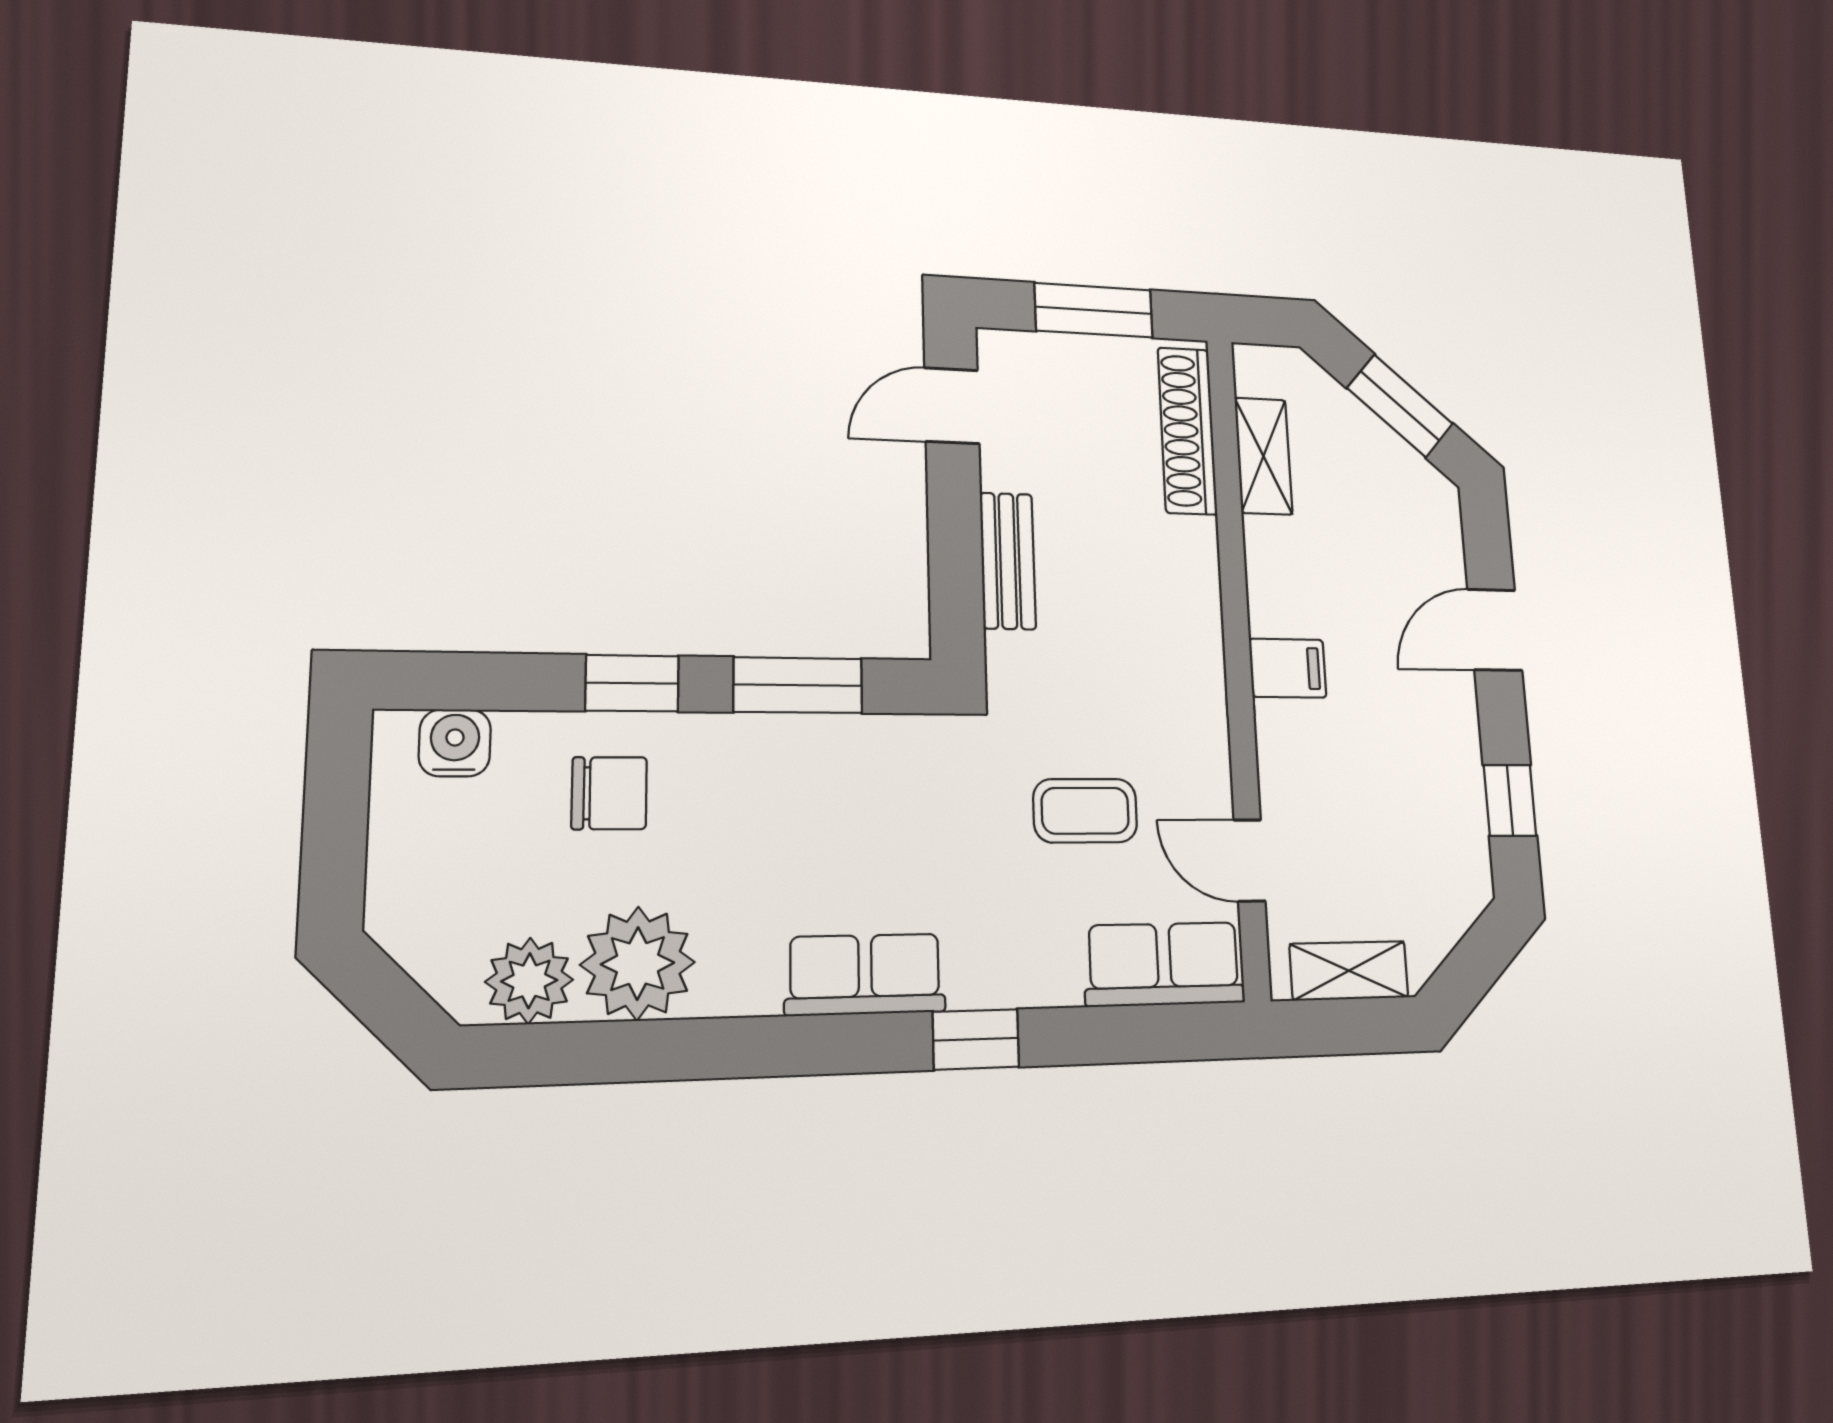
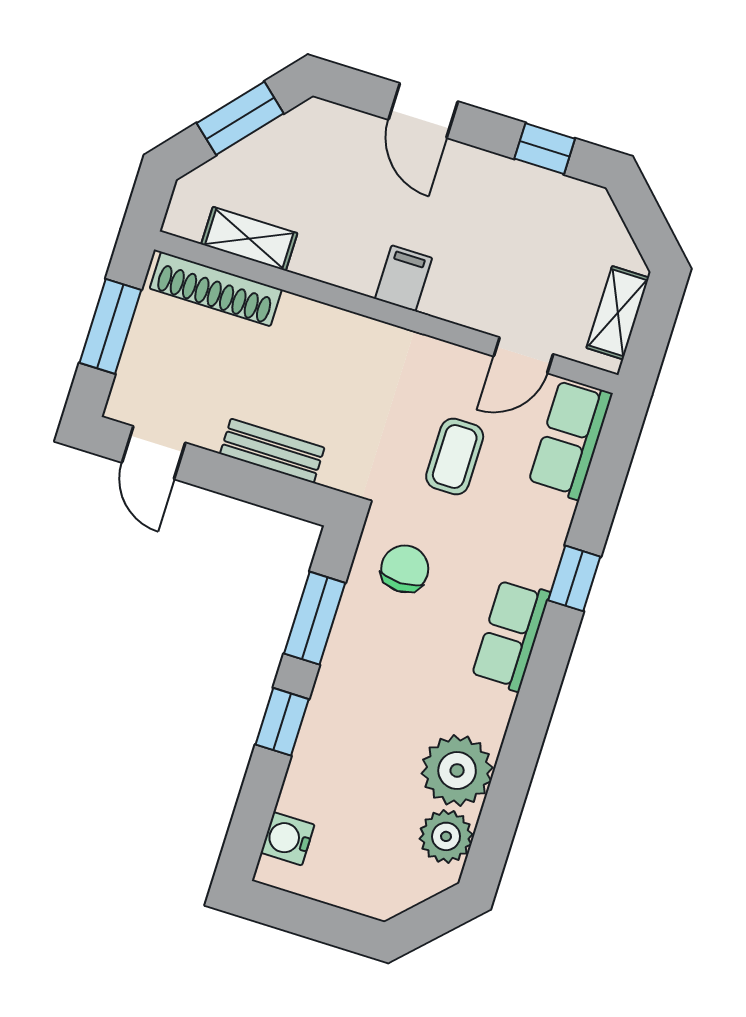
chair: (609, 793) -> (405, 569), moved

